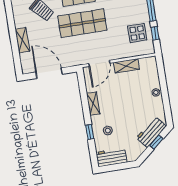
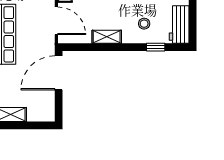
door: (49, 73) -> (59, 73), moved
window: (90, 132) -> (156, 47), moved

